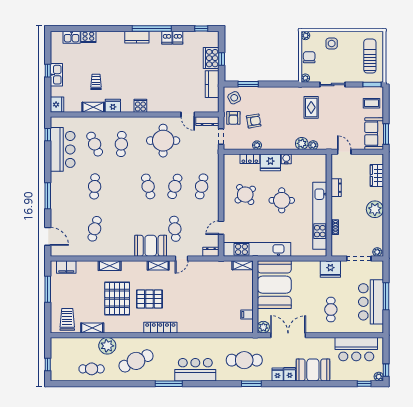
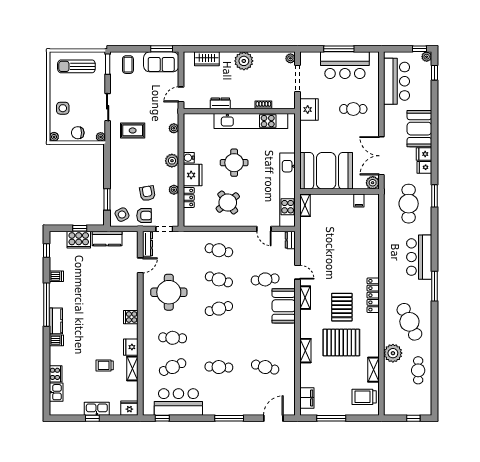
dishwasher: (167, 38) -> (56, 340), moved
plant: (302, 143) -> (172, 161), moved

